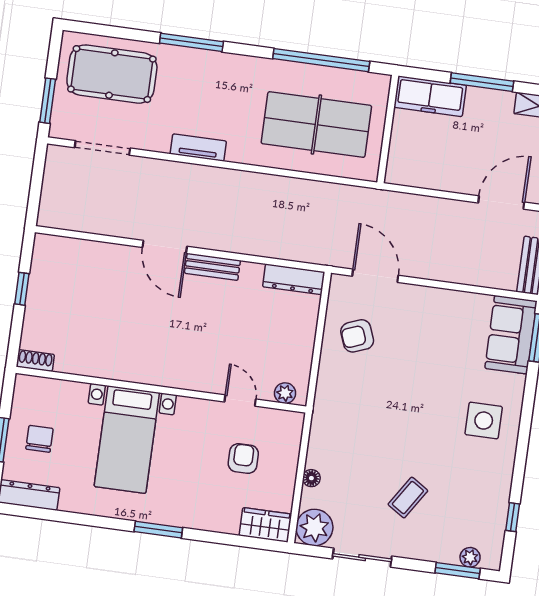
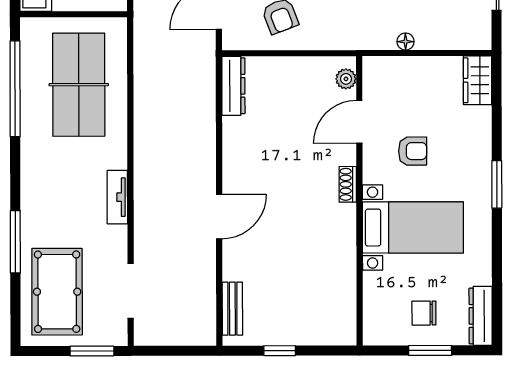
window: (191, 42) -> (15, 242), moved
bench: (212, 267) -> (232, 309), moved
shoe rack: (35, 361) -> (348, 184), moved
door: (240, 401) -> (359, 122), width x1.38
armchair: (243, 459) -> (413, 151), moved, turned 180
floor lamp: (311, 478) -> (406, 42), moved
plant: (314, 527) -> (473, 32), removed

